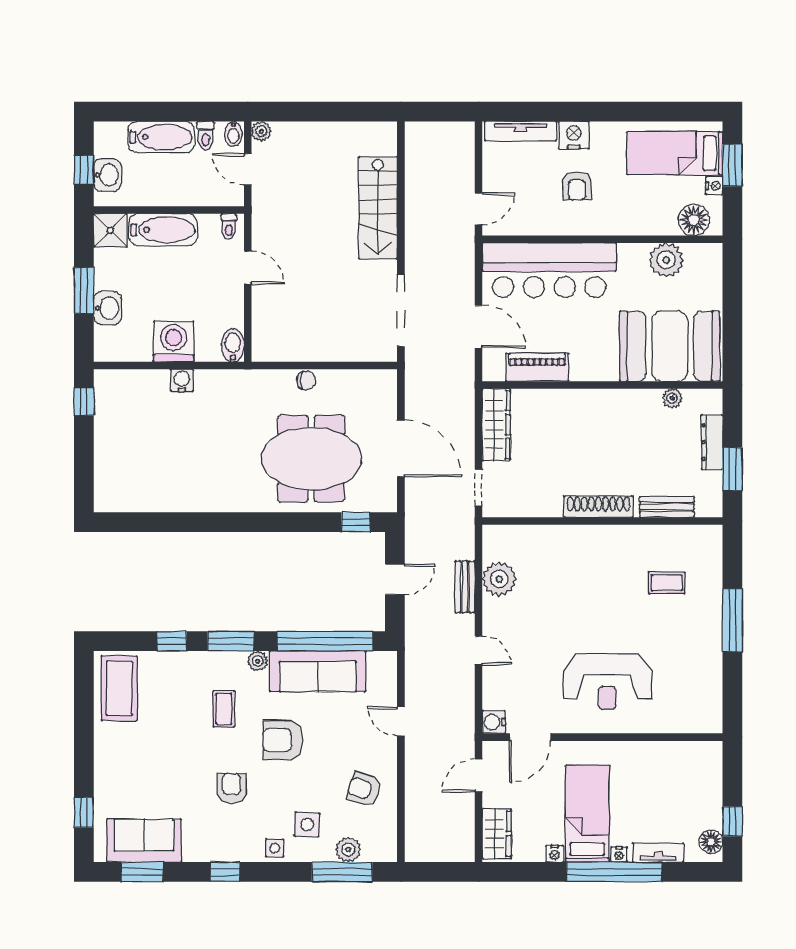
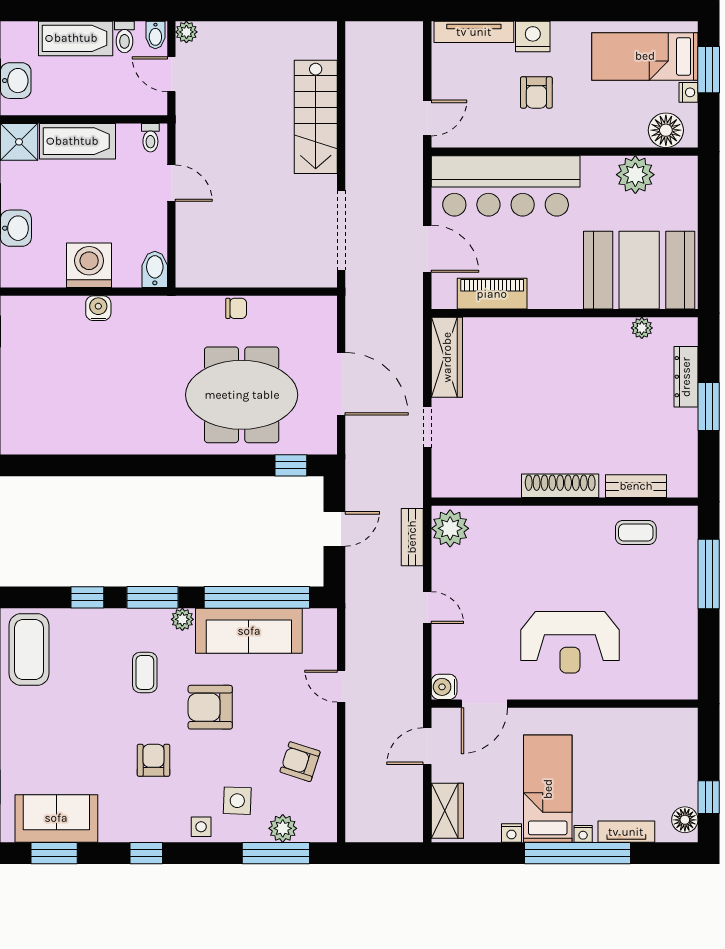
shoe rack: (598, 507) -> (560, 486), moved
bench: (667, 507) -> (636, 486), moved
wall: (602, 521) -> (565, 502), moved

